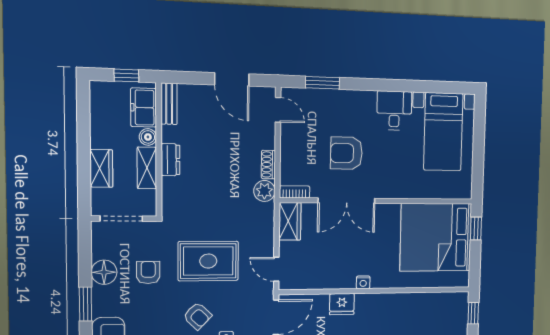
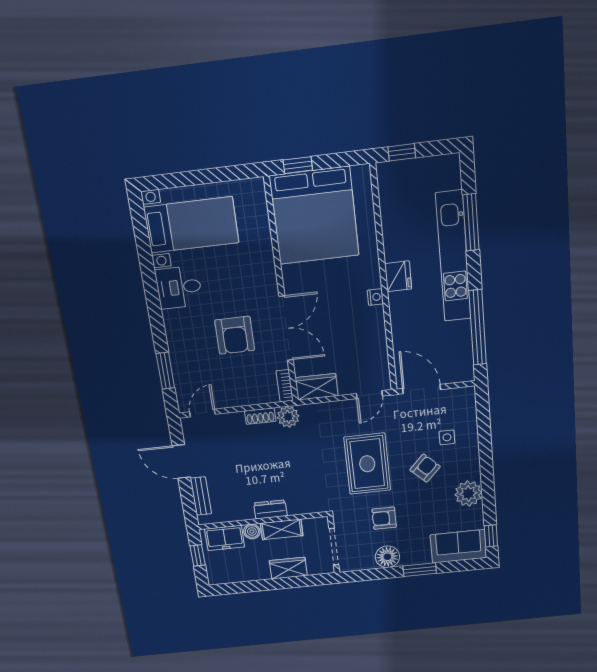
door: (232, 79) -> (181, 461), swing flipped
bench: (169, 104) -> (201, 496), moved, turned 90
fridge: (342, 304) -> (398, 276), moved

